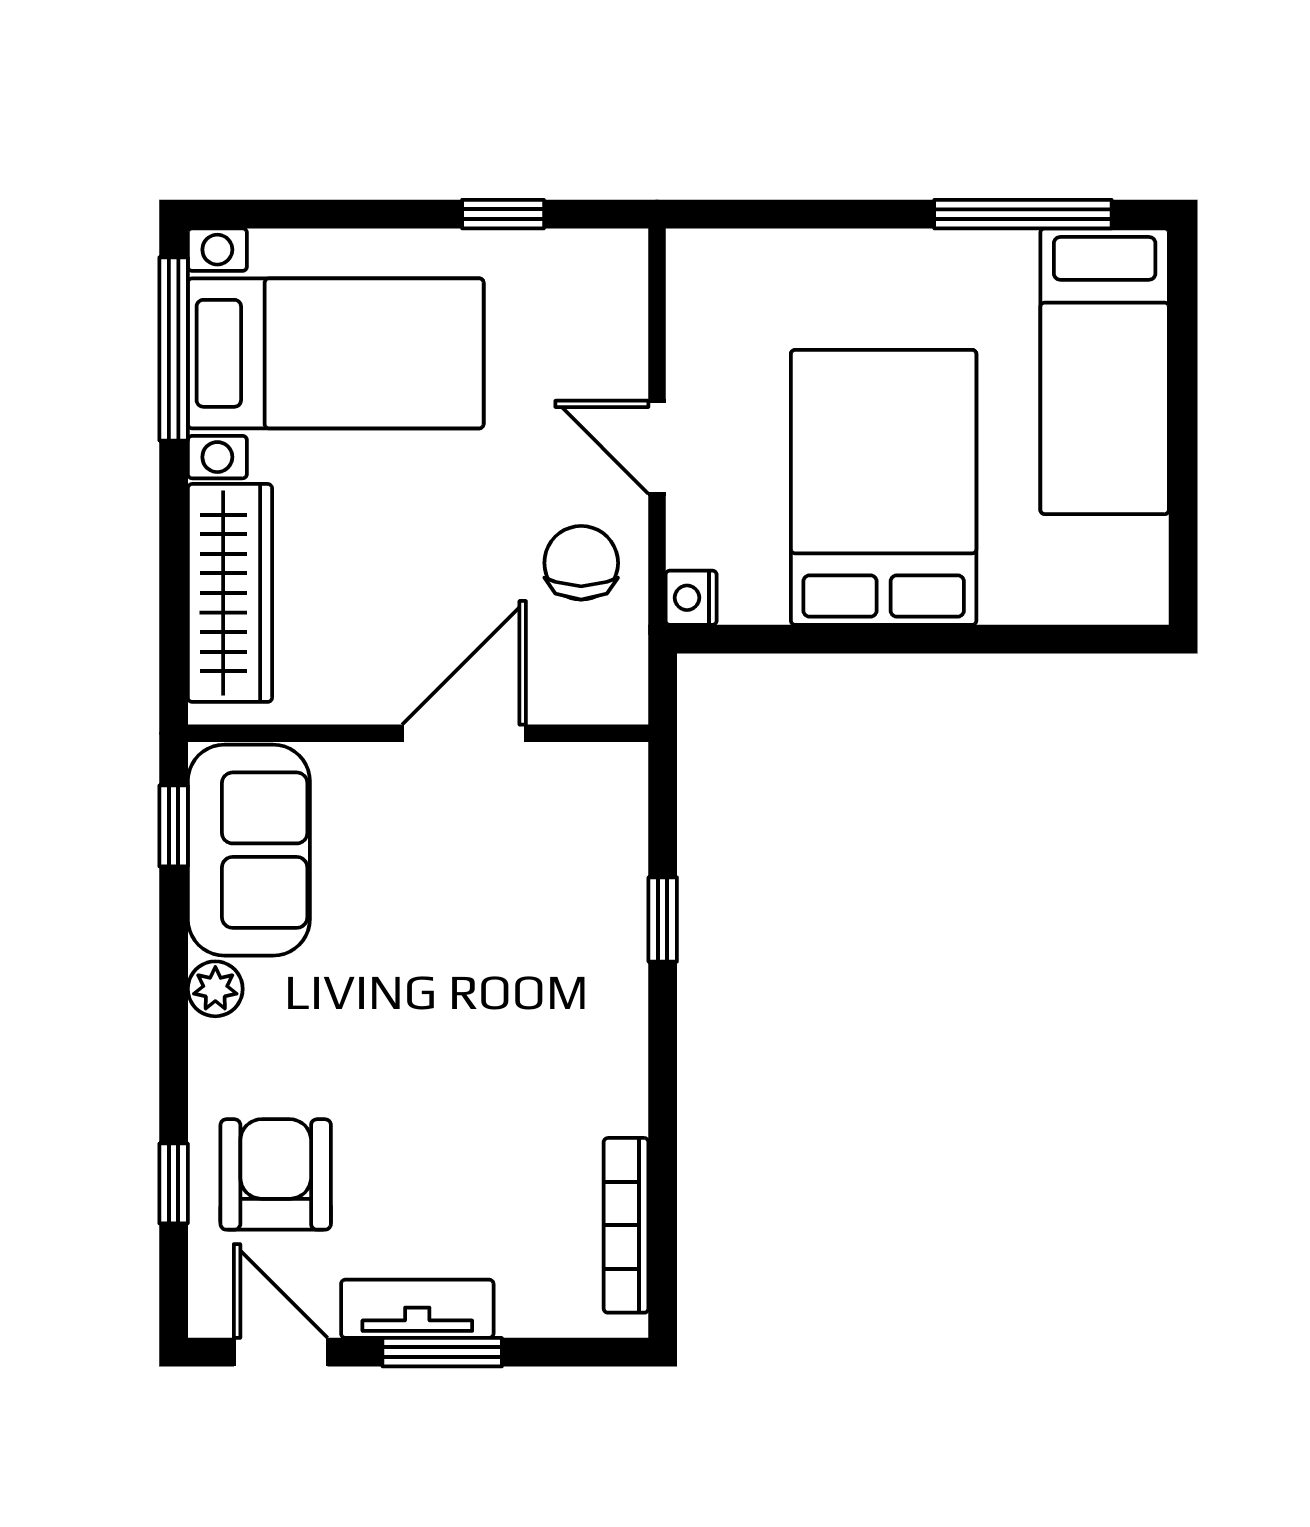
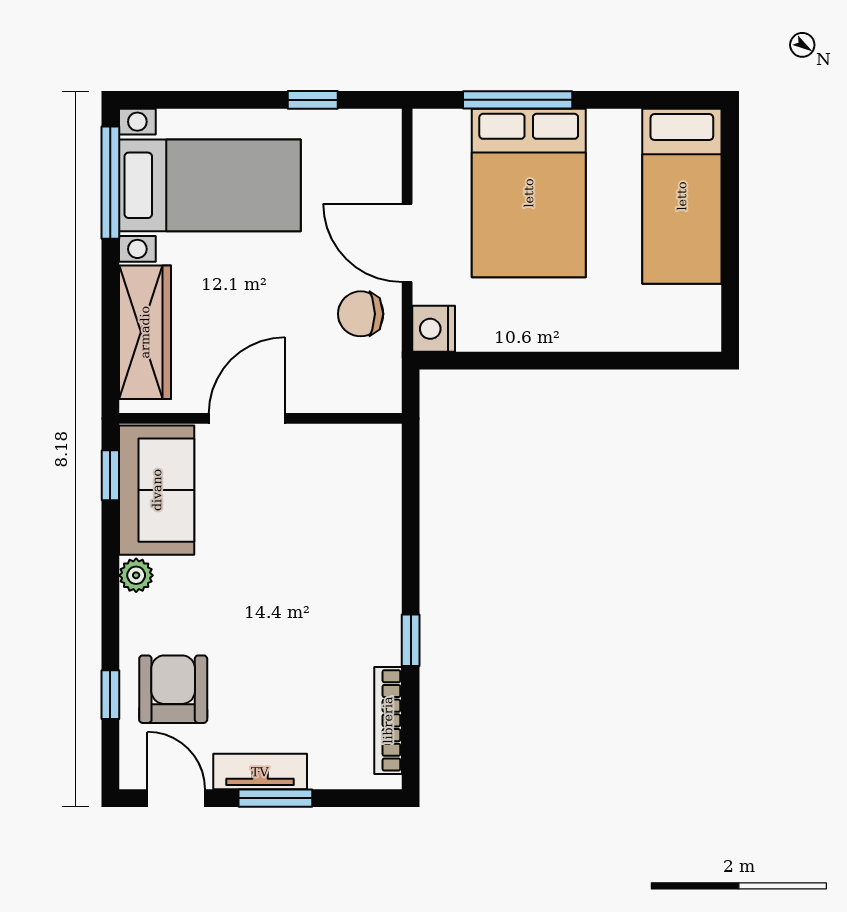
window: (1023, 214) -> (518, 100), moved
door: (657, 447) -> (407, 243), width x1.38
bed: (884, 487) -> (529, 193), moved, turned 180
chair: (581, 563) -> (361, 314), turned -90
nightstand: (691, 598) -> (434, 329), width x1.39, depth x1.35
door: (464, 733) -> (247, 418), moved
window: (663, 920) -> (411, 640), moved

